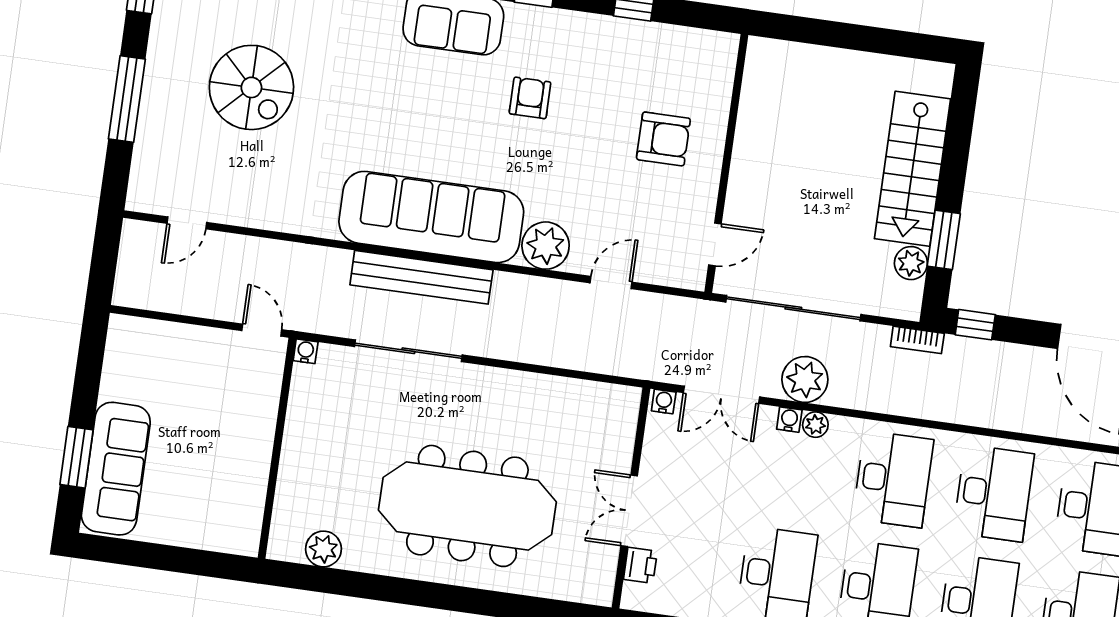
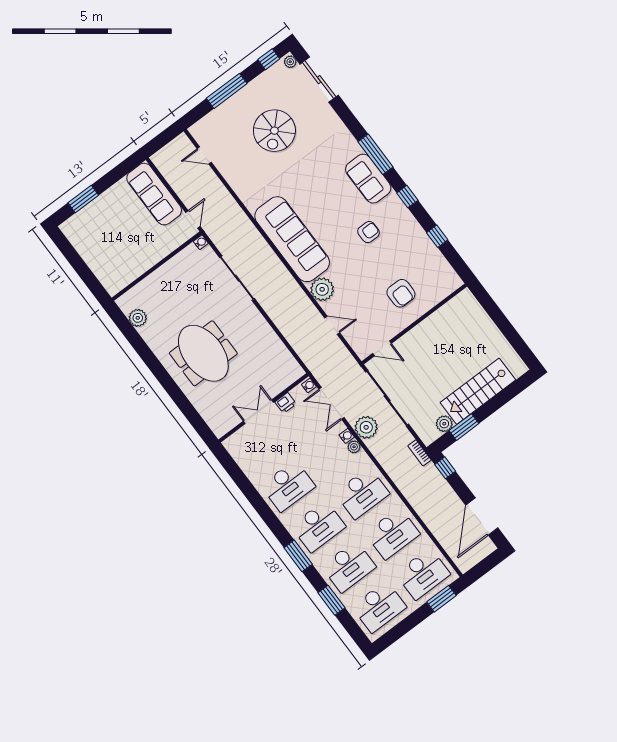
bench: (421, 277) -> (267, 257), removed
sofa: (116, 469) -> (154, 194), moved, turned 90
meeting table: (467, 506) -> (203, 353), width x0.73
printer: (640, 565) -> (286, 403), moved

